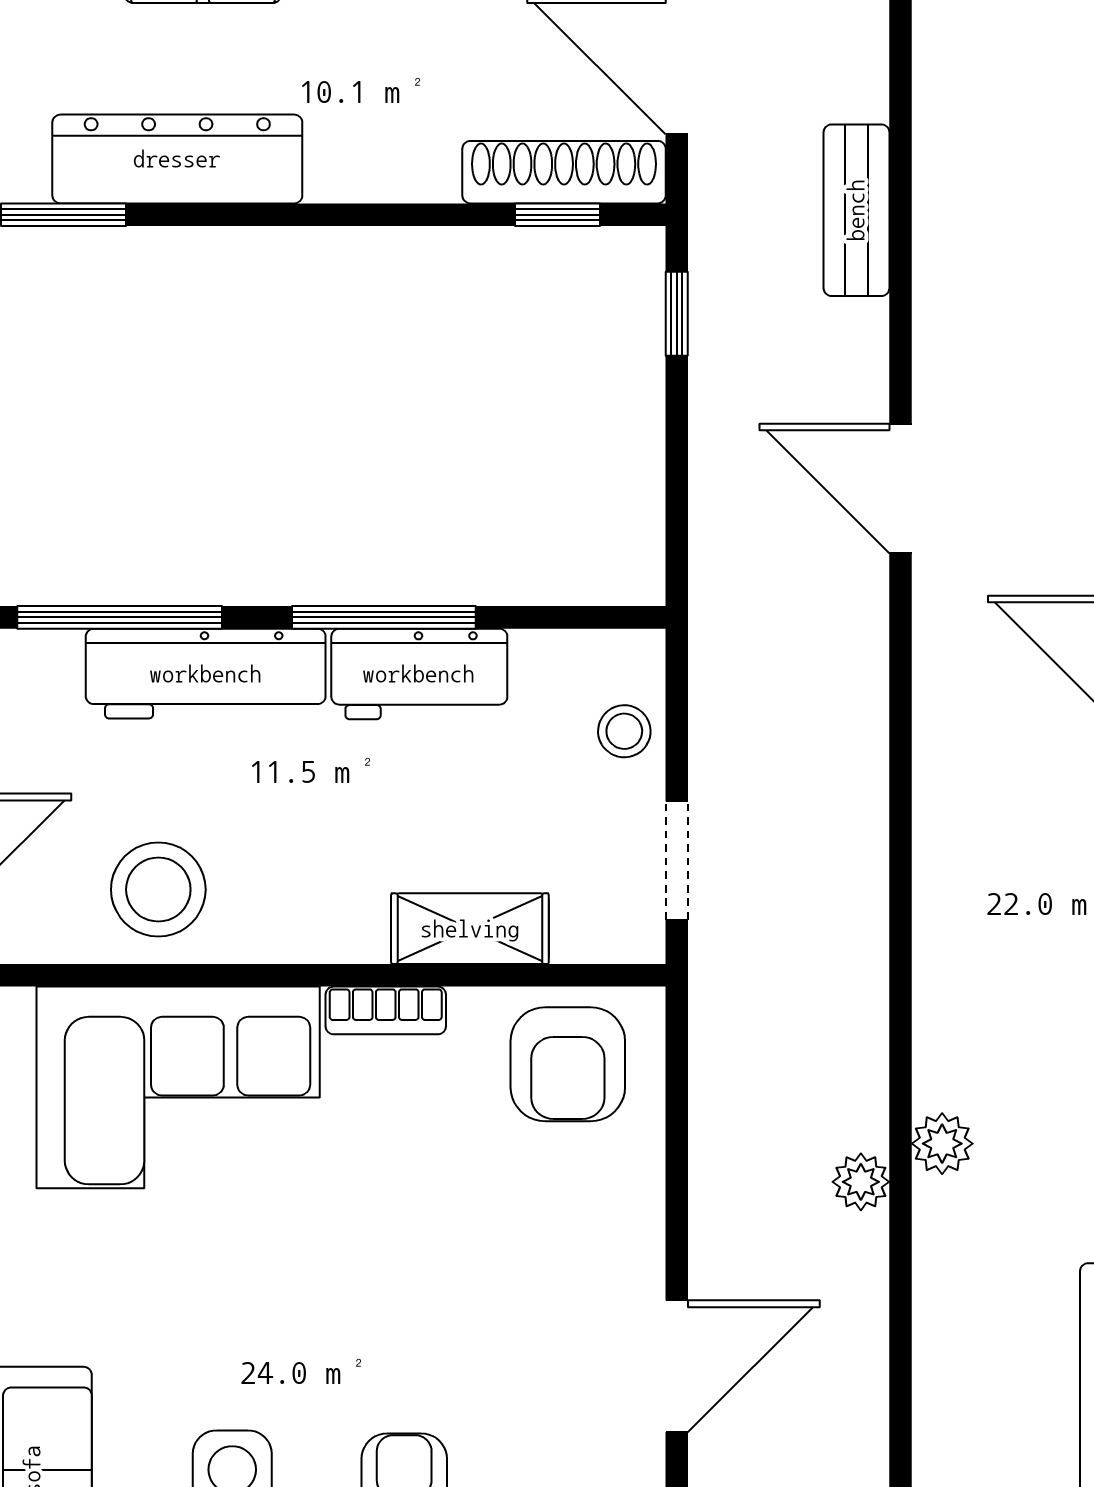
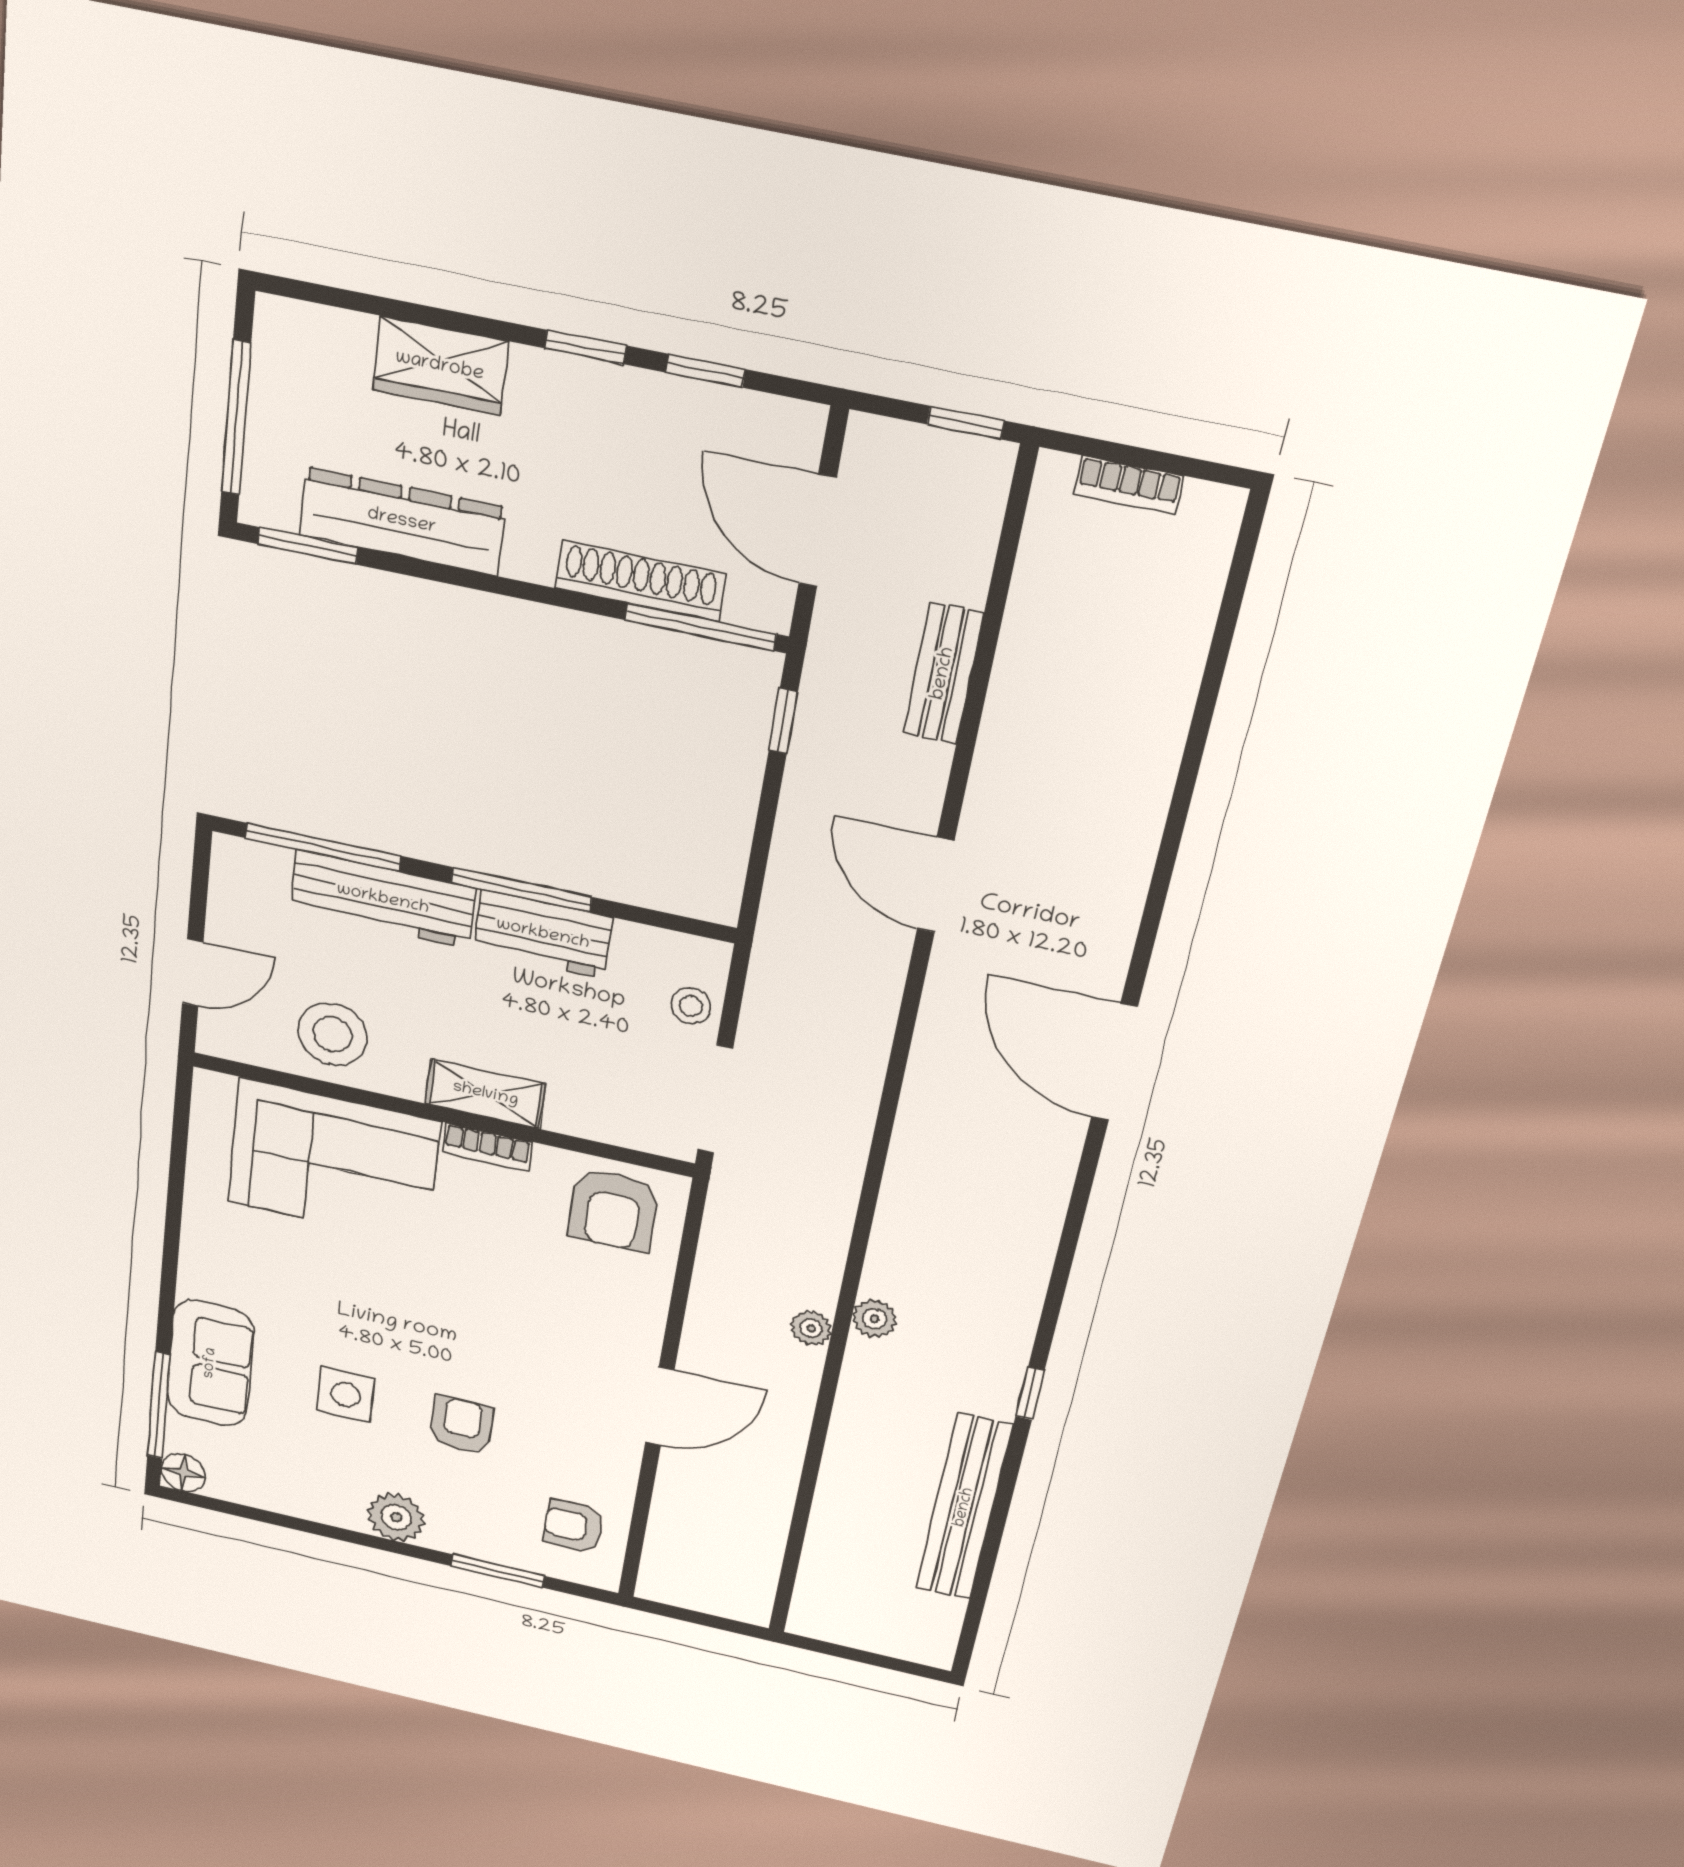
shoe rack: (564, 172) -> (640, 581), moved
window: (558, 215) -> (701, 627), width x2.17
doorway: (677, 860) -> (715, 1099), width x1.38
shelving: (470, 929) -> (486, 1094), moved

